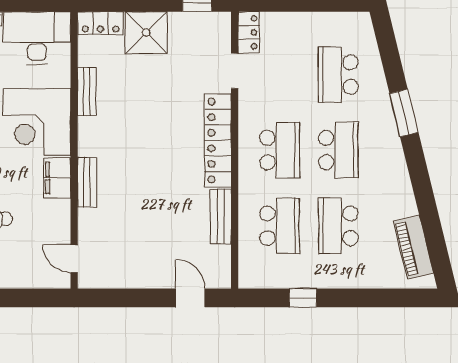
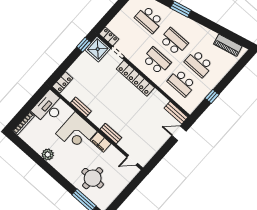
shower: (146, 32) -> (98, 49), moved
bench: (221, 216) -> (176, 113), moved
school desk: (280, 226) -> (181, 83), turned 180

